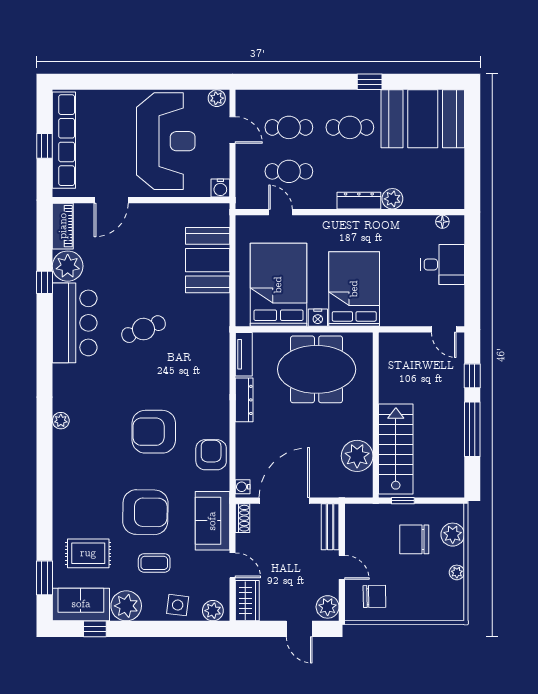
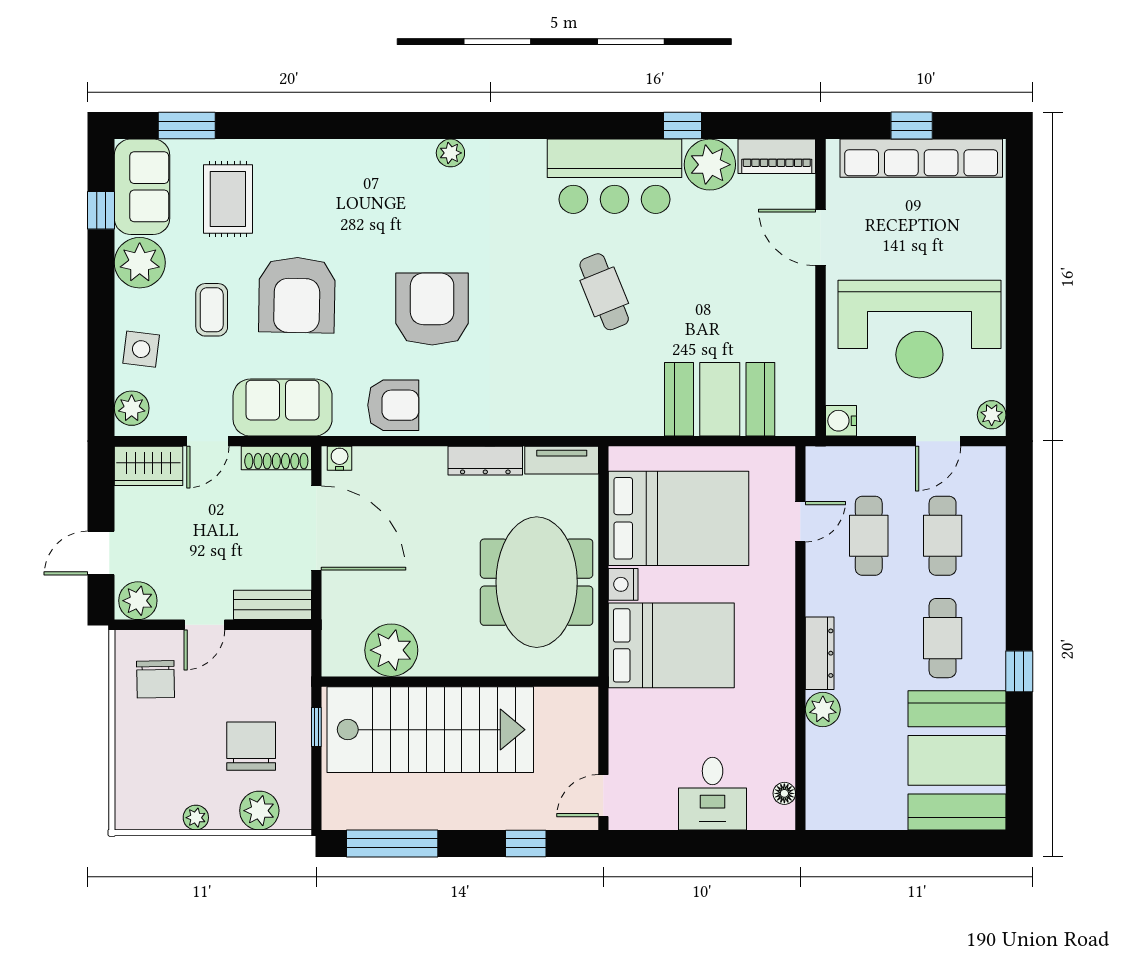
window: (472, 429) -> (392, 843), moved
stairs: (396, 449) -> (430, 730), width x1.36, depth x1.51
shoe rack: (243, 518) -> (276, 458), width x1.43

